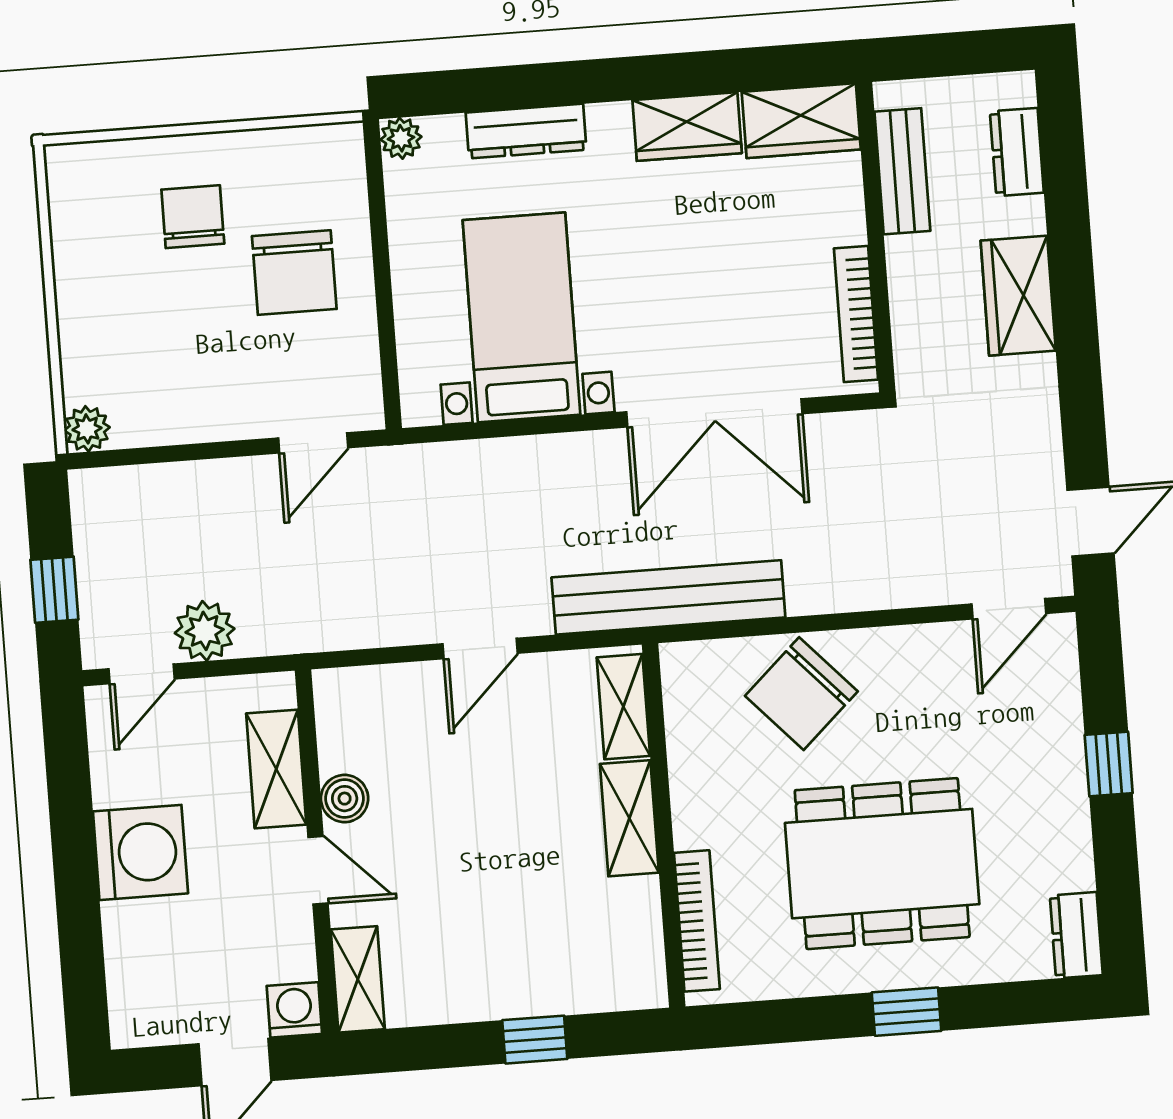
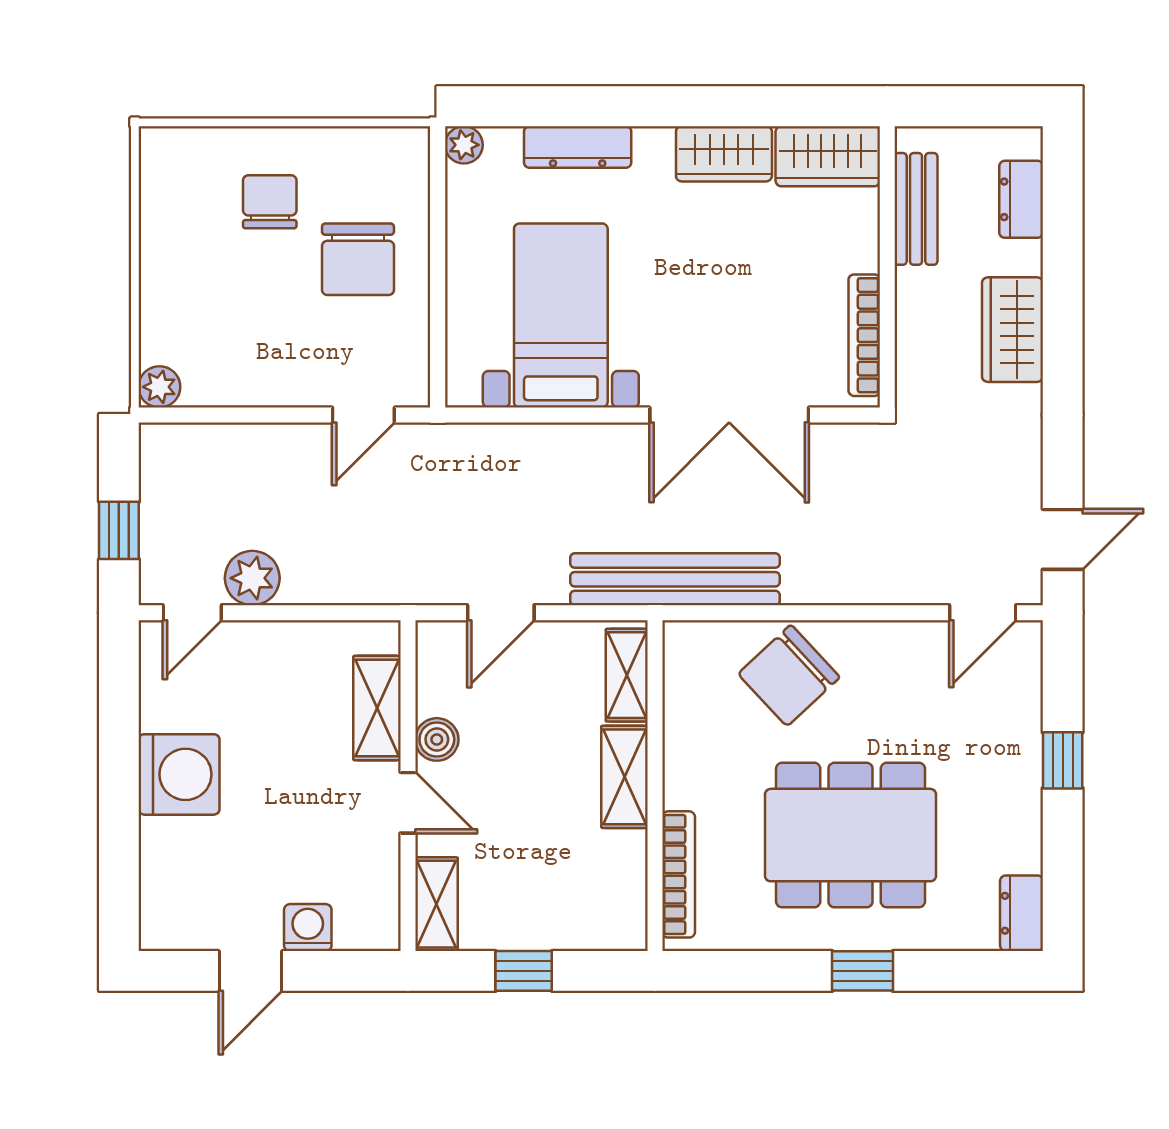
shelving: (276, 769) -> (377, 708), moved
boiler: (345, 799) -> (437, 739), moved
wall: (317, 852) -> (408, 786), moved
door: (318, 870) -> (408, 803), moved
shelving: (358, 979) -> (436, 904), moved

